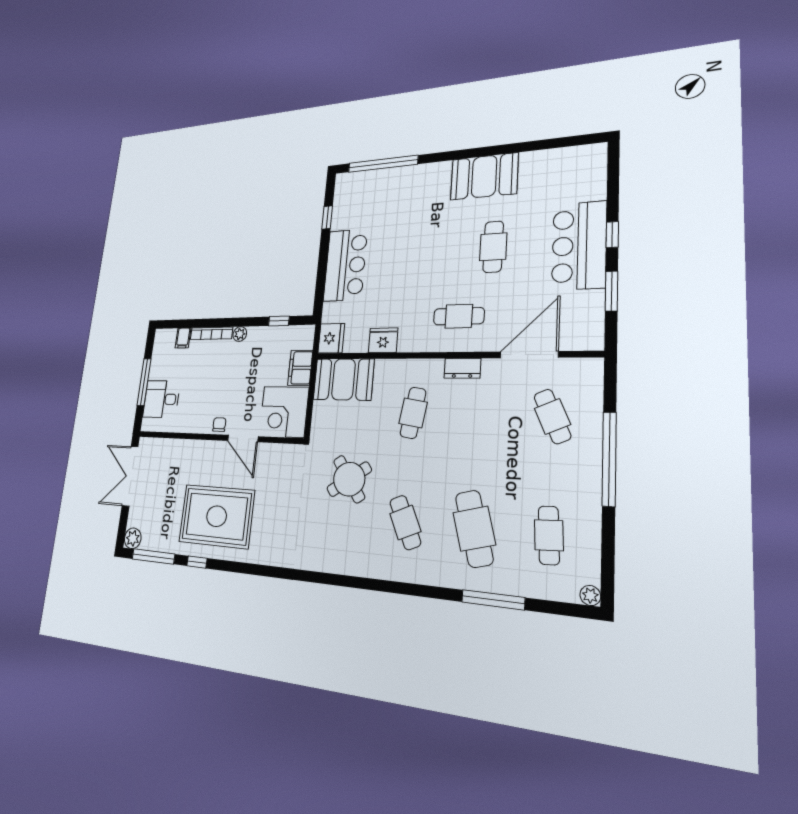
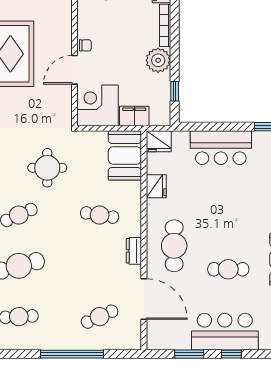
cafe table: (459, 316) -> (174, 246), width x1.37, depth x1.35
plant: (240, 334) -> (158, 60), width x1.87, depth x1.87
round table: (349, 479) -> (47, 168), turned 35

